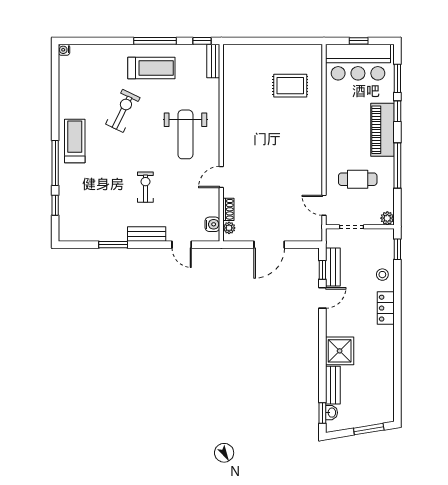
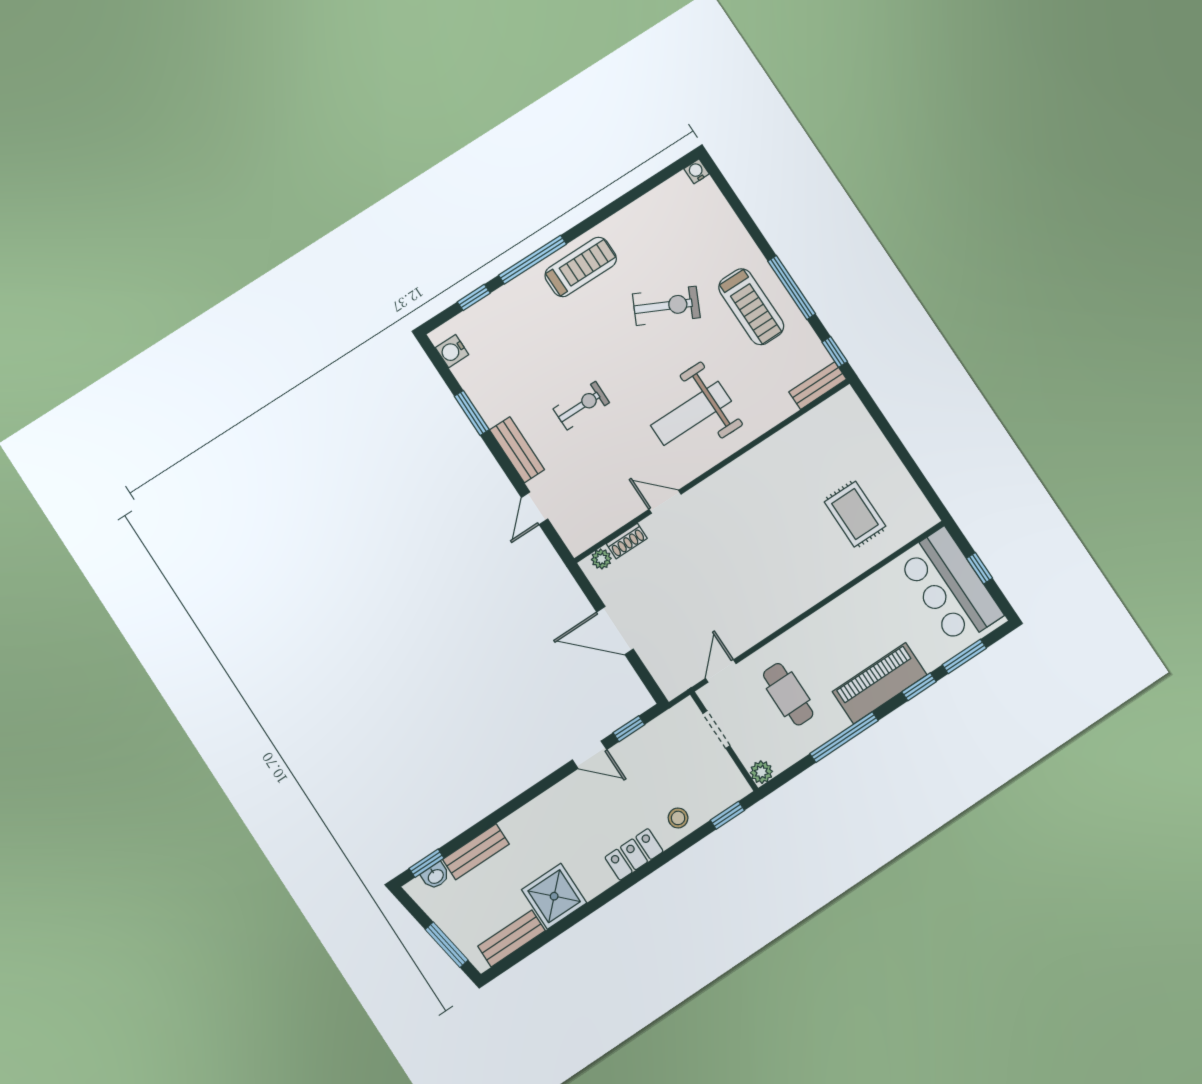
water cooler: (212, 224) -> (452, 351), moved, turned 90
bench: (333, 267) -> (512, 938), moved
shower: (340, 351) -> (554, 896), moved

